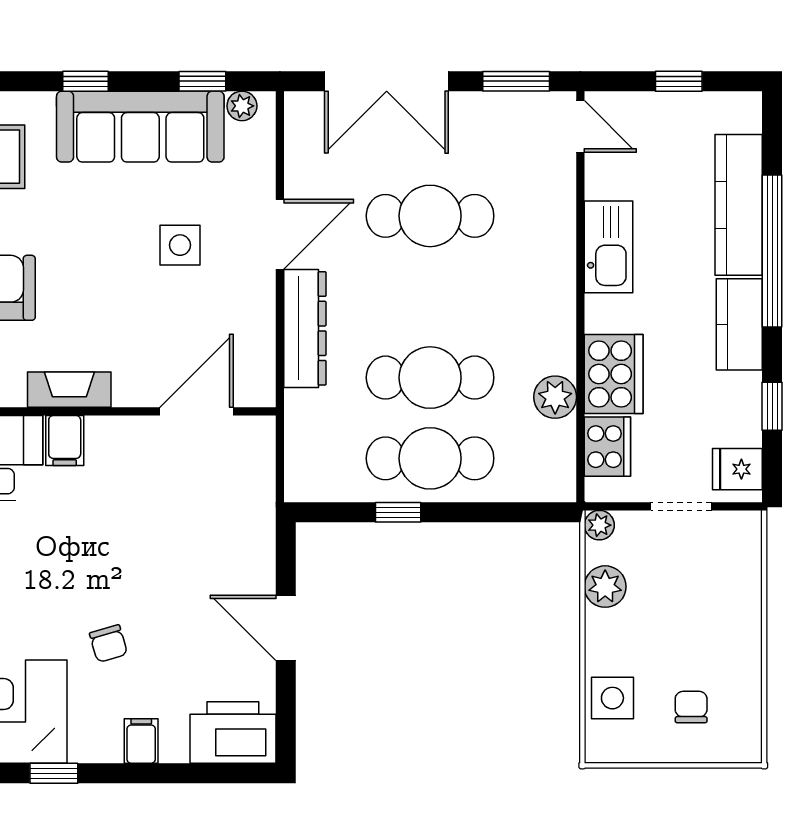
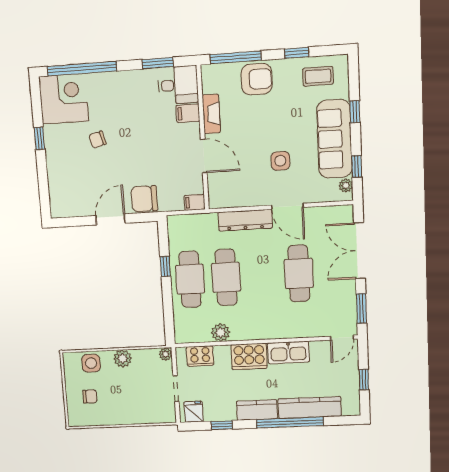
cooker: (614, 374) -> (249, 356), moved
door: (197, 411) -> (204, 156), moved
chair: (244, 549) -> (144, 199), added
plant: (605, 587) -> (123, 359), moved
printer: (233, 733) -> (63, 199), removed
filing cabinet: (141, 741) -> (195, 202), moved, turned 180
window: (54, 773) -> (39, 138), moved

